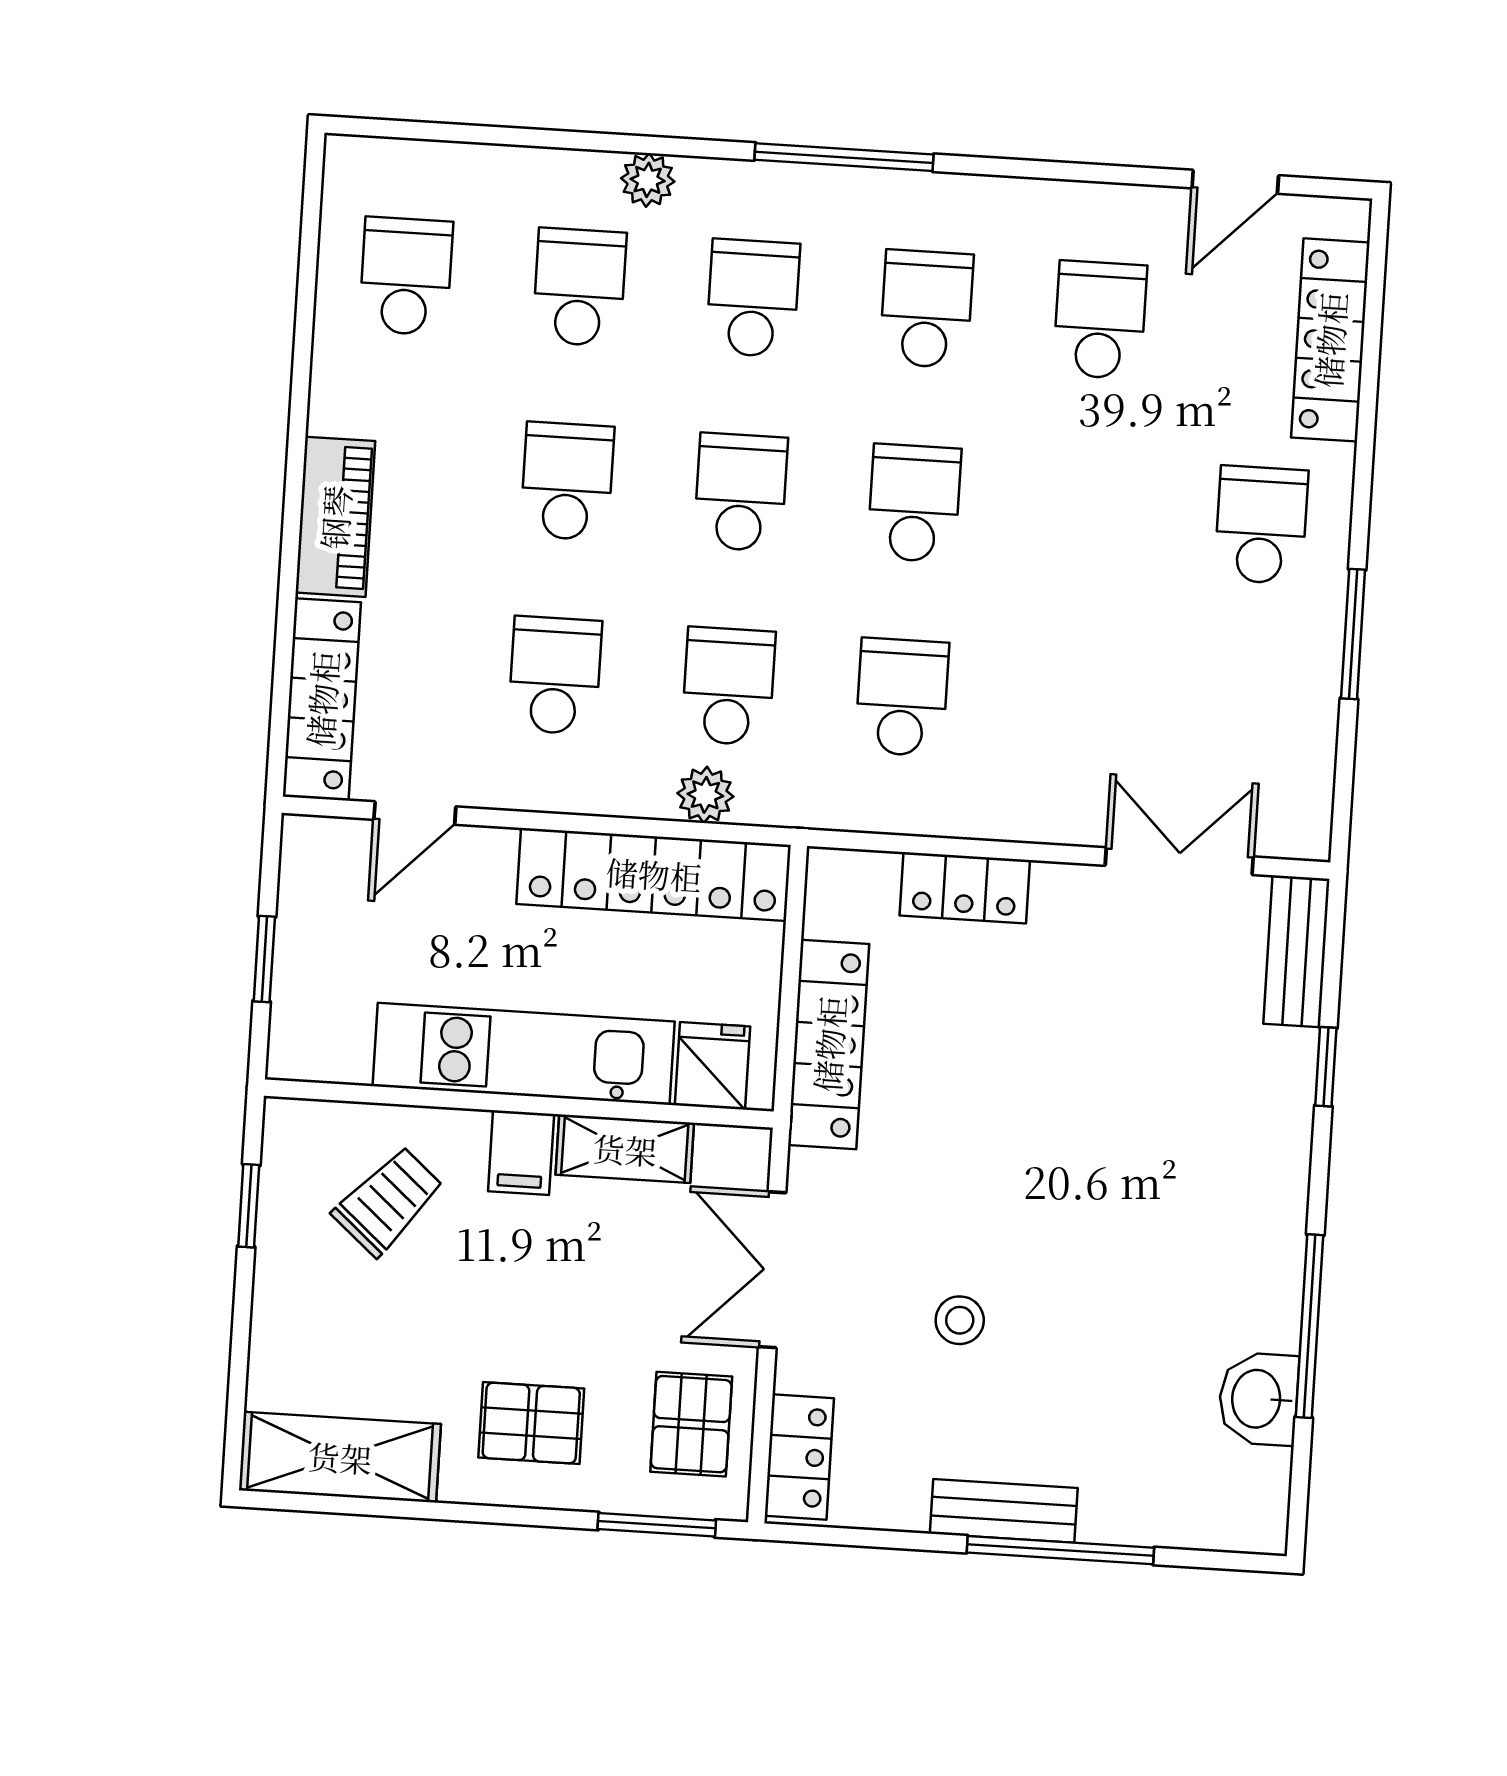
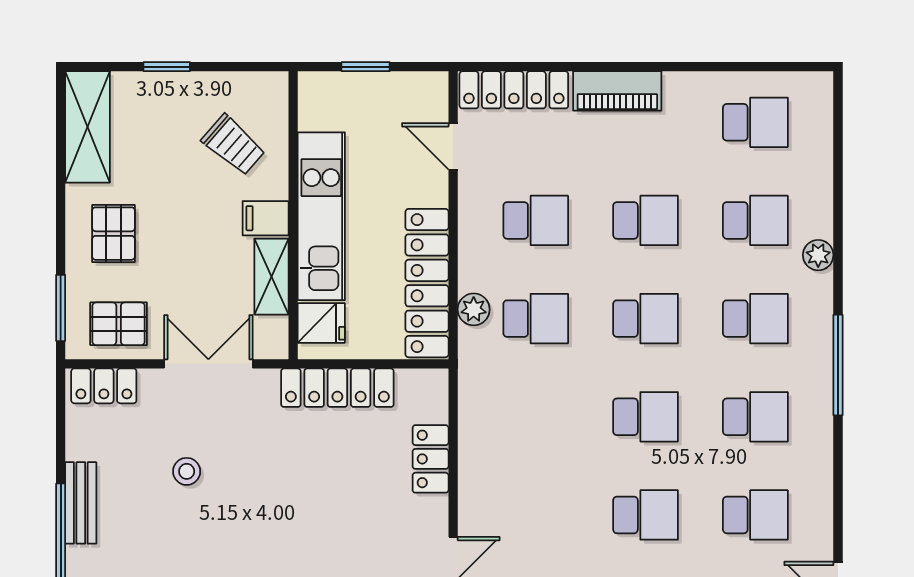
school desk: (902, 697) -> (646, 515), moved
window: (249, 1206) -> (167, 67), moved

